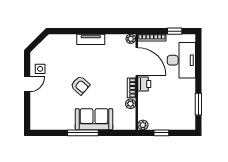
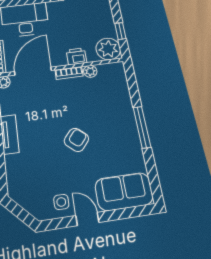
printer: (144, 84) -> (76, 56), moved
sofa: (94, 119) -> (124, 192), moved, turned 90
plant: (143, 125) -> (108, 49), width x1.88, depth x1.88

